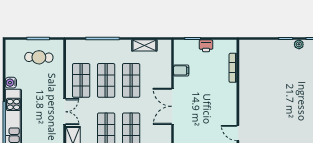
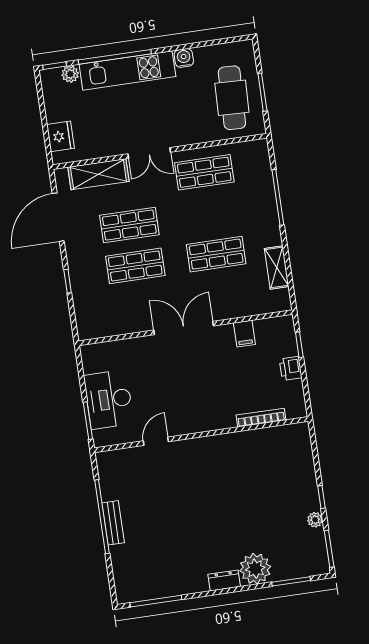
cafe table: (39, 57) -> (232, 98), width x1.37, depth x1.35
shop shelf: (106, 80) -> (210, 213), removed

